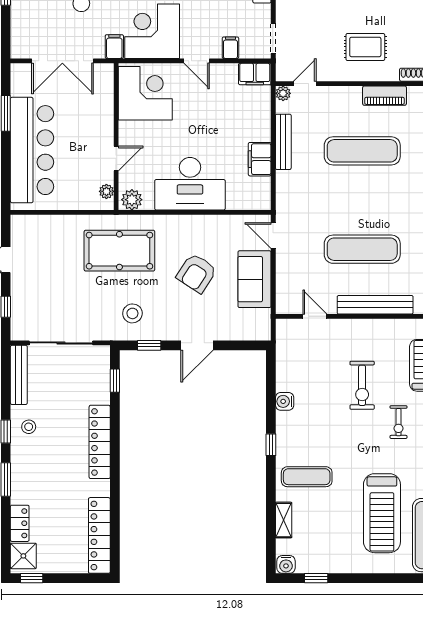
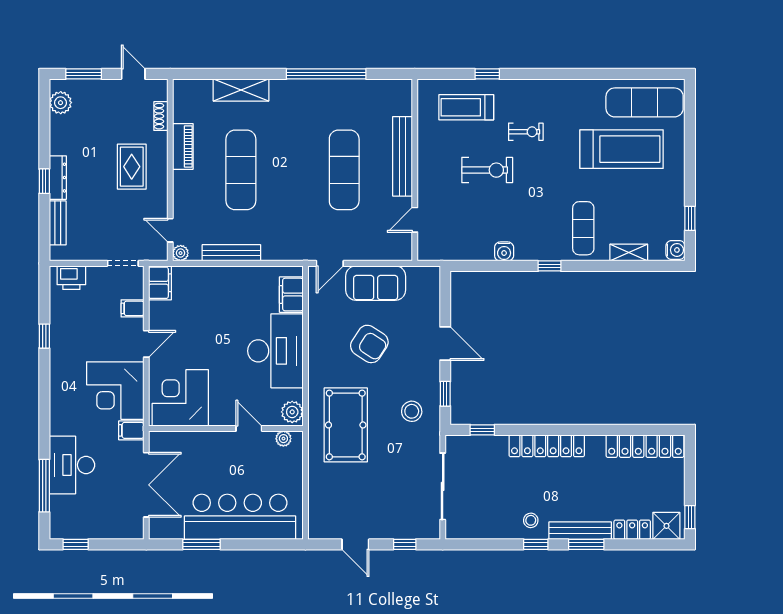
filing cabinet: (260, 159) -> (291, 295), moved, turned 90
bench: (19, 375) -> (580, 531), moved

